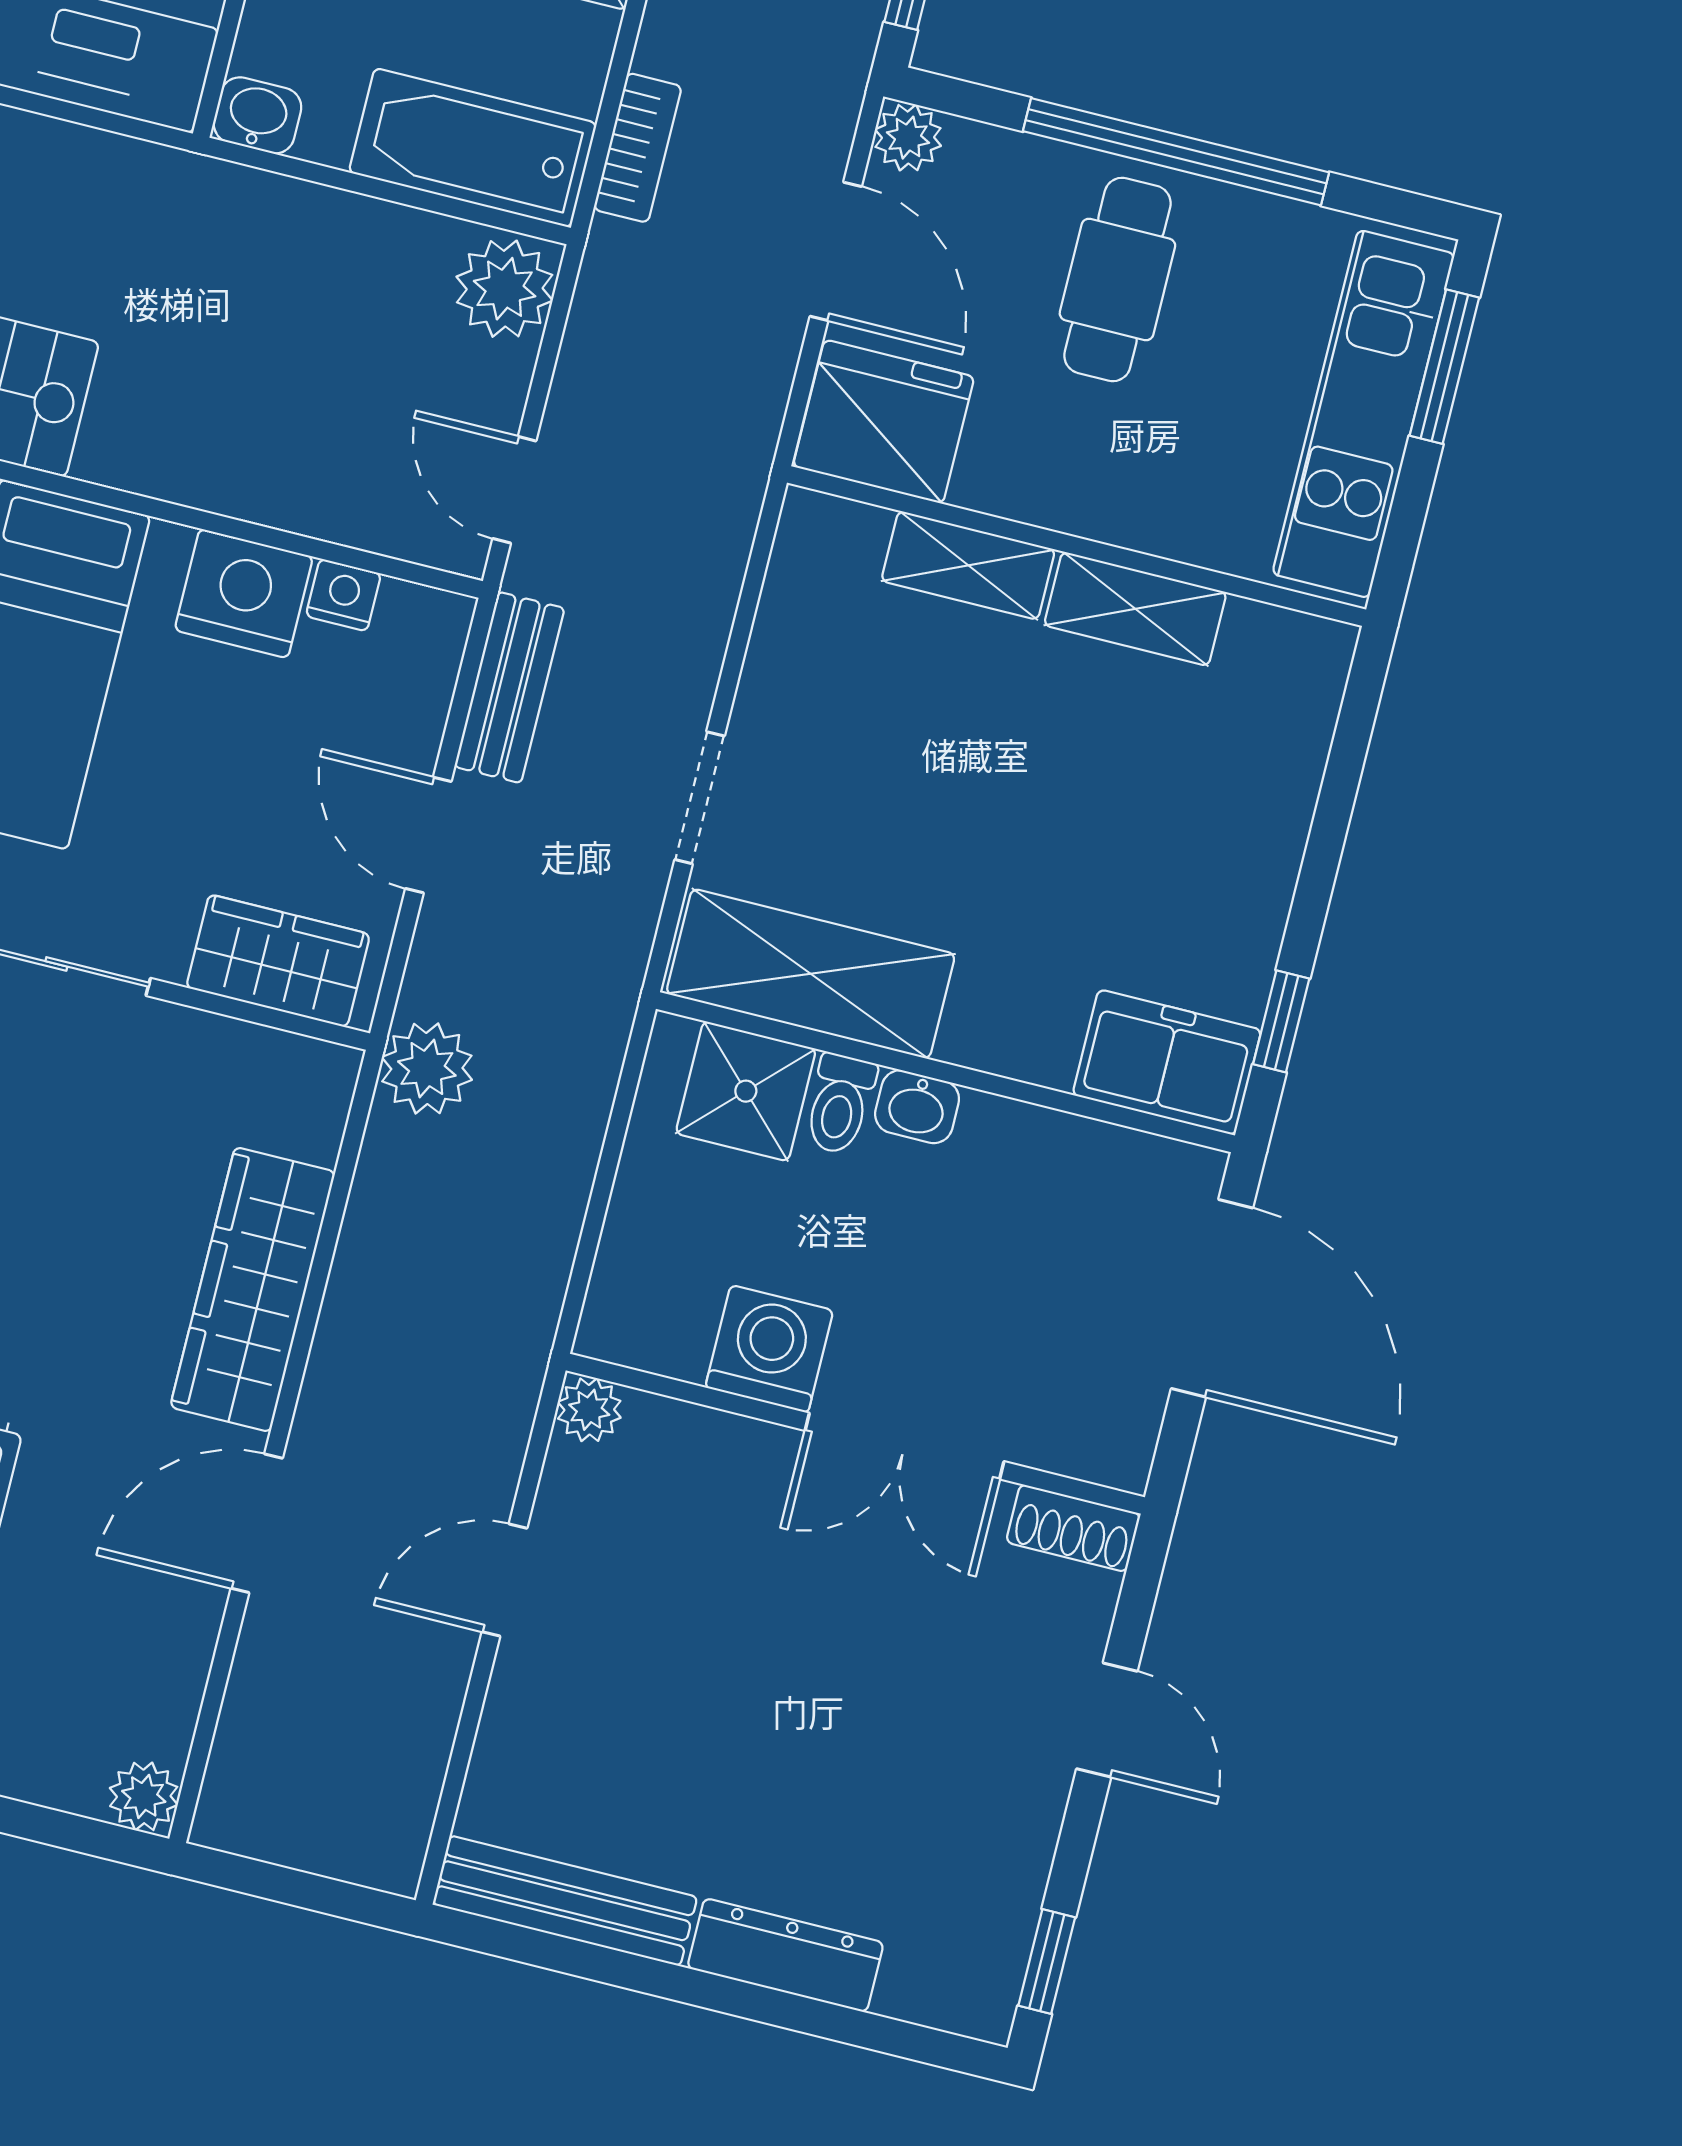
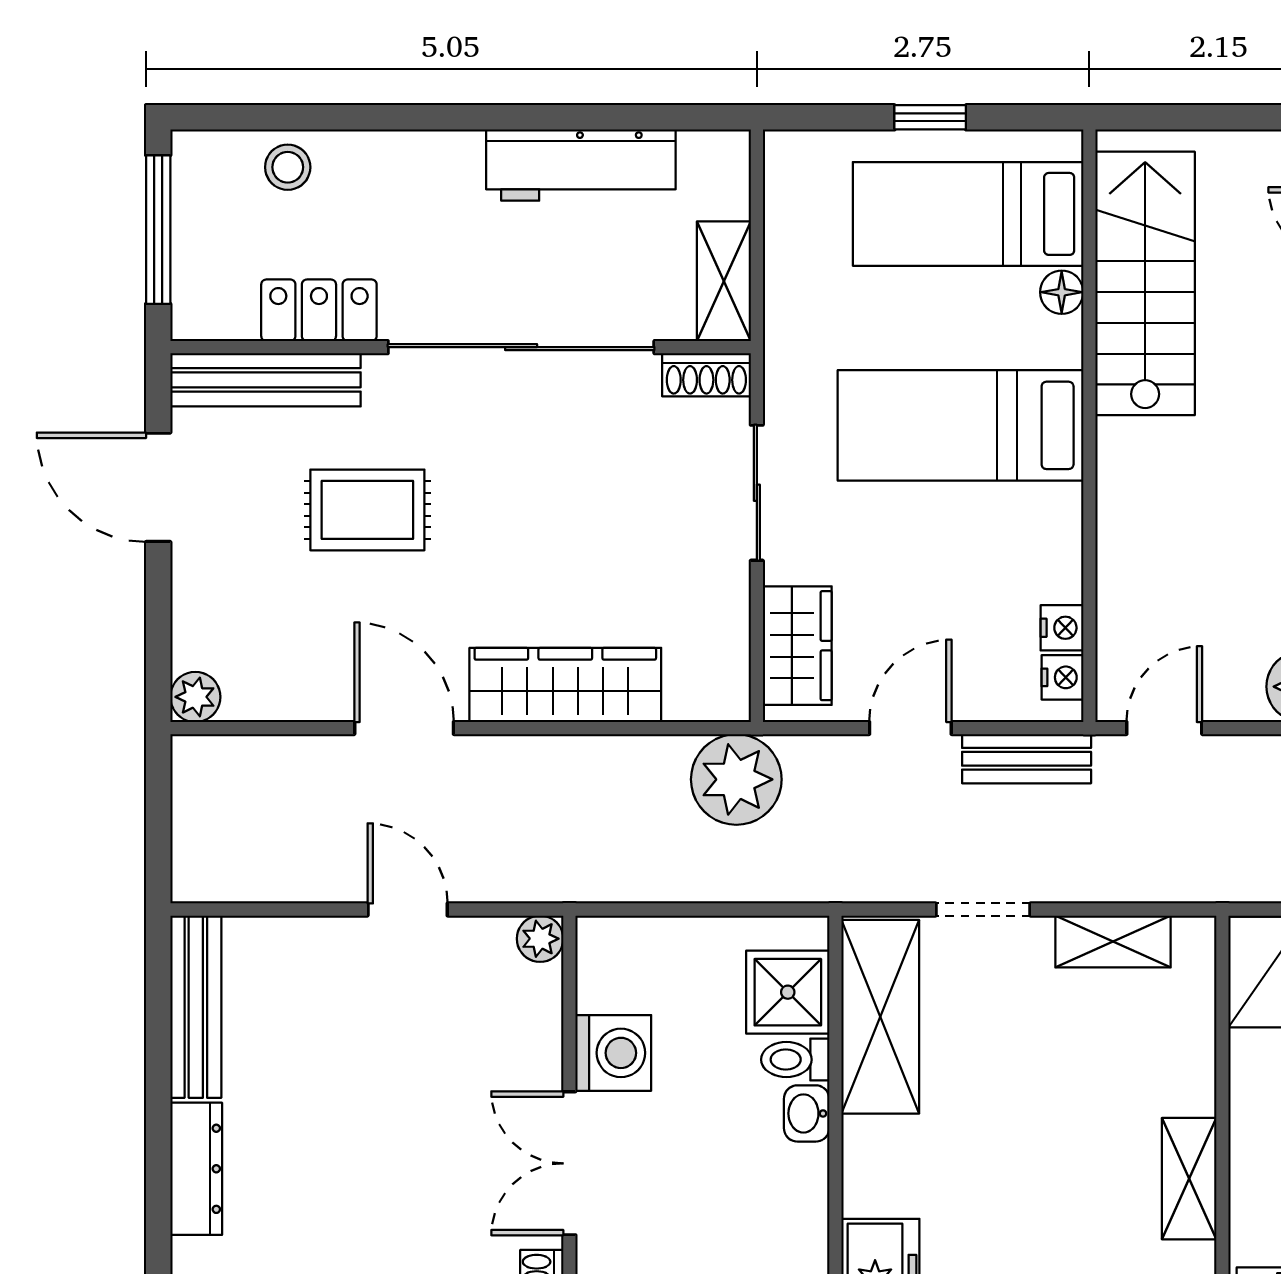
shelving: (968, 565) -> (1113, 941), moved, turned 90
nightstand: (244, 593) -> (1062, 677), moved, width x0.53, depth x0.56
plant: (427, 1068) -> (736, 779), width x1.36, depth x1.36

